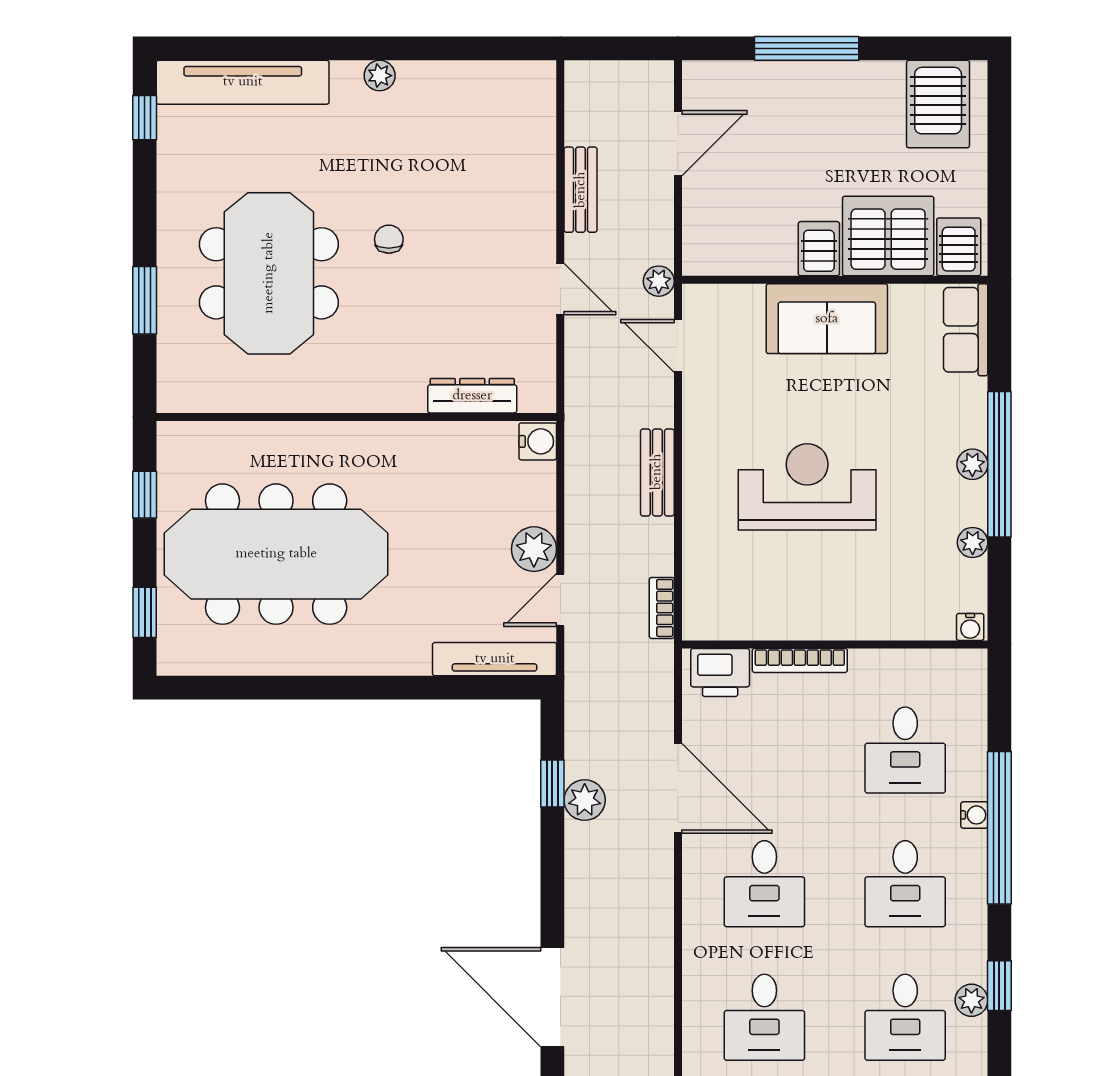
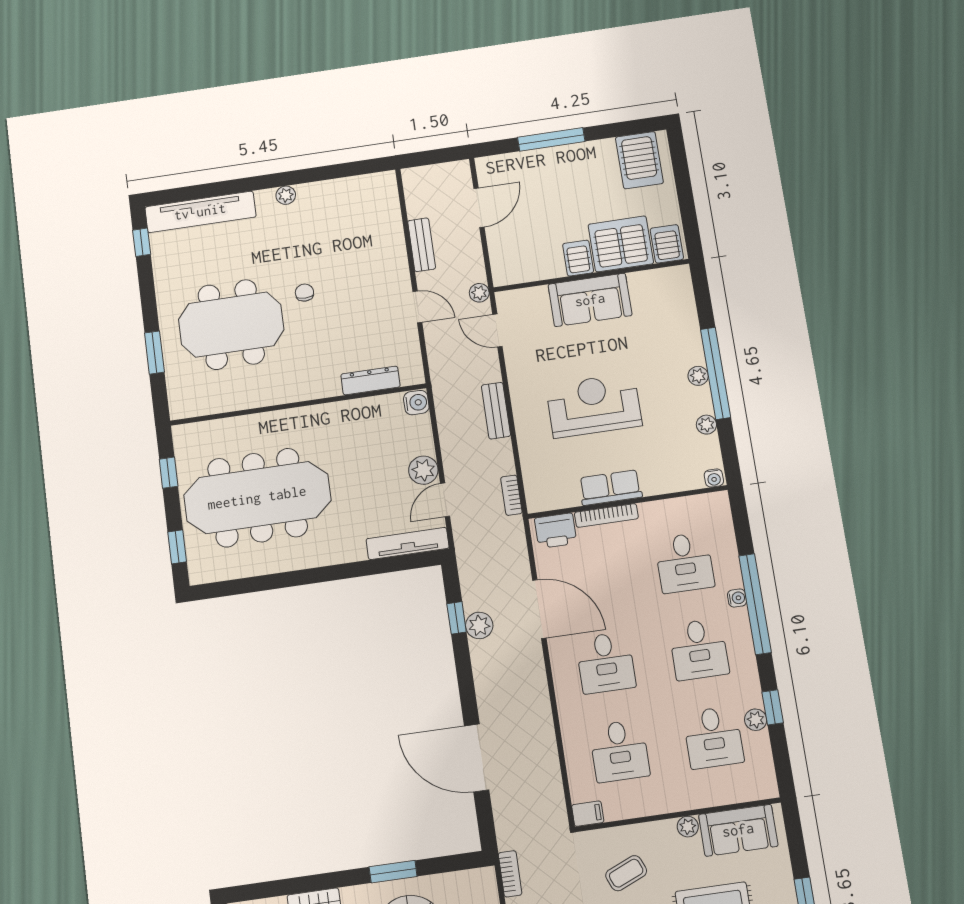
meeting table: (269, 273) -> (231, 325), turned 90
row of seats: (966, 330) -> (610, 488), moved, turned 90

